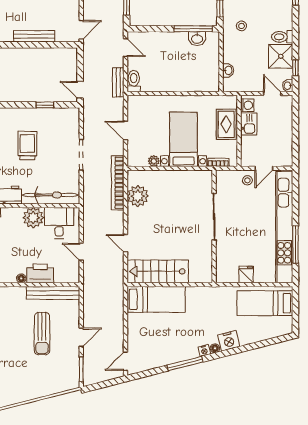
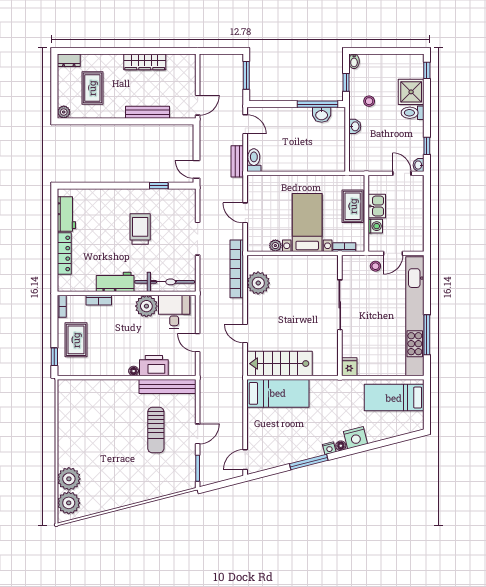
shower: (281, 56) -> (411, 92), moved
washbasin: (228, 70) -> (355, 126), moved
washing machine: (247, 105) -> (375, 226), moved
fridge: (246, 274) -> (349, 367), moved

